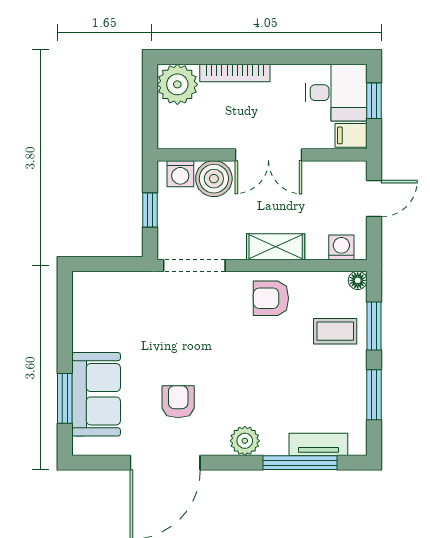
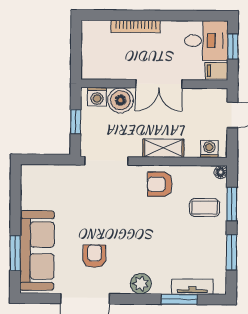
plant: (177, 84) -> (95, 34), removed
sofa: (96, 394) -> (37, 250), width x1.36
window: (300, 463) -> (179, 299), width x0.69

